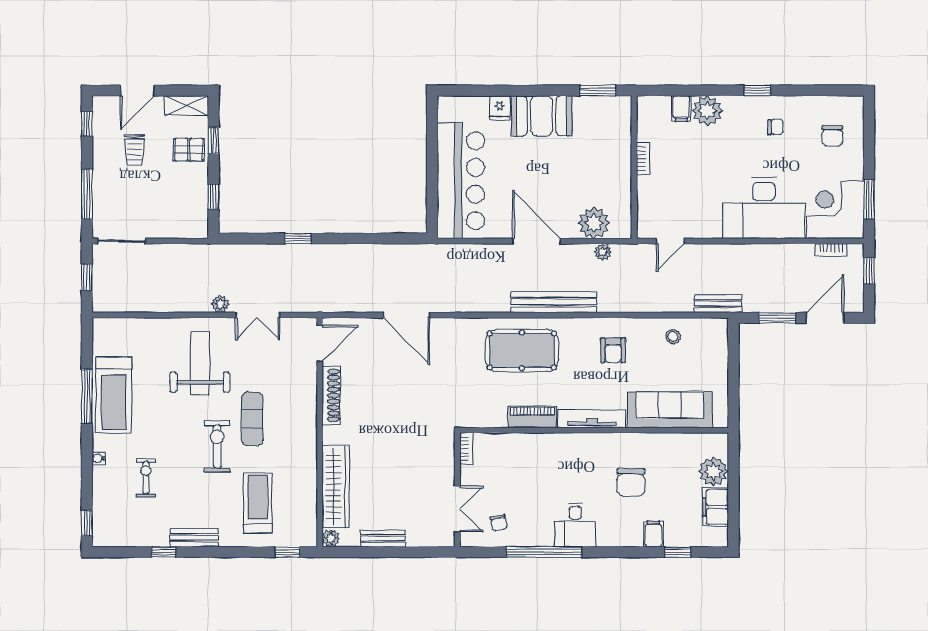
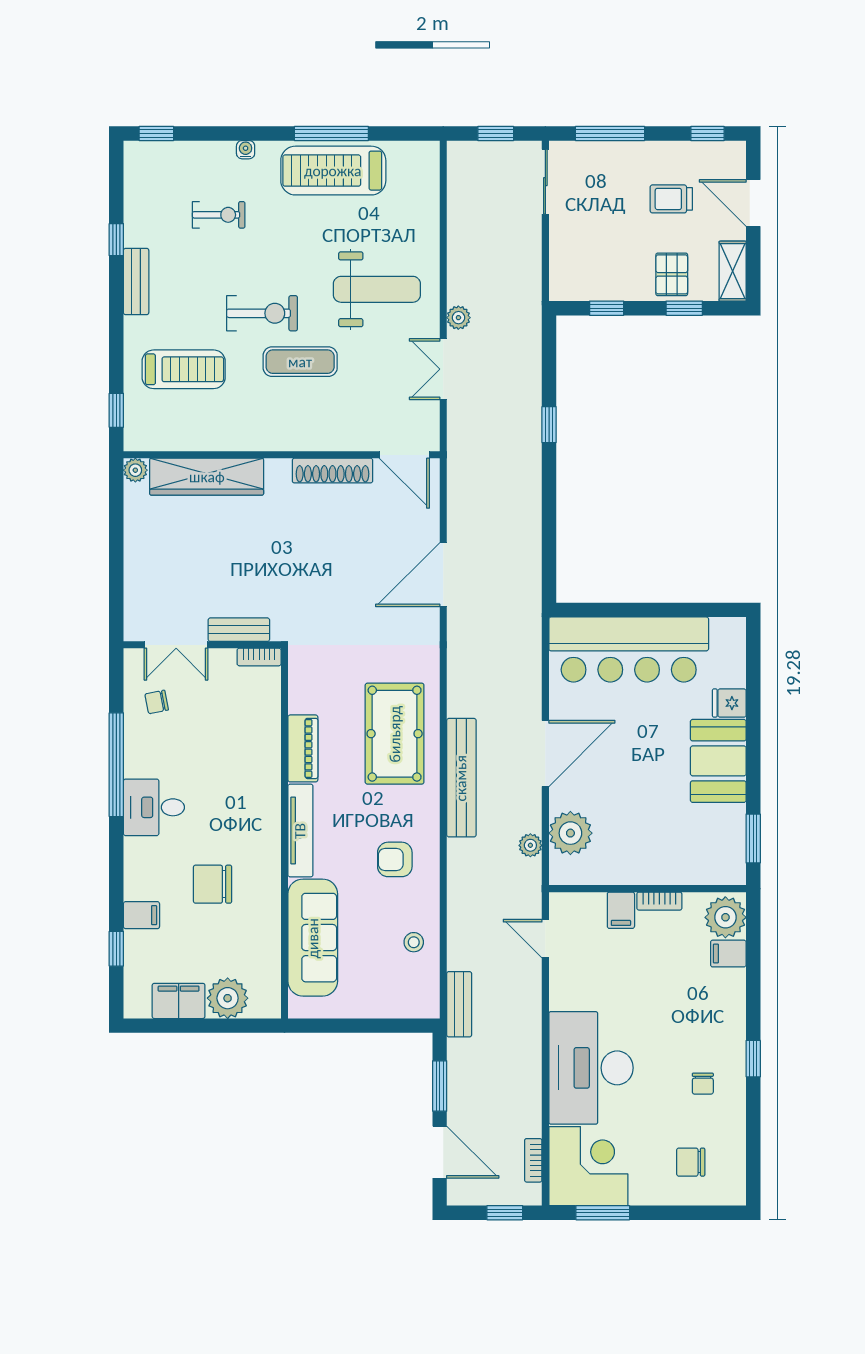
plant: (707, 111) -> (725, 917), moved
filing cabinet: (650, 186) -> (621, 910), added
bench: (383, 538) -> (239, 630), moved, turned 90

